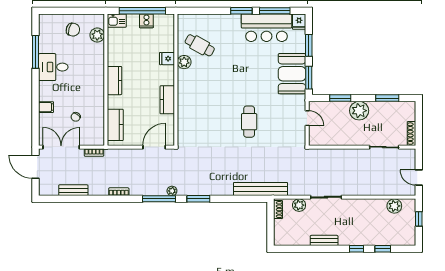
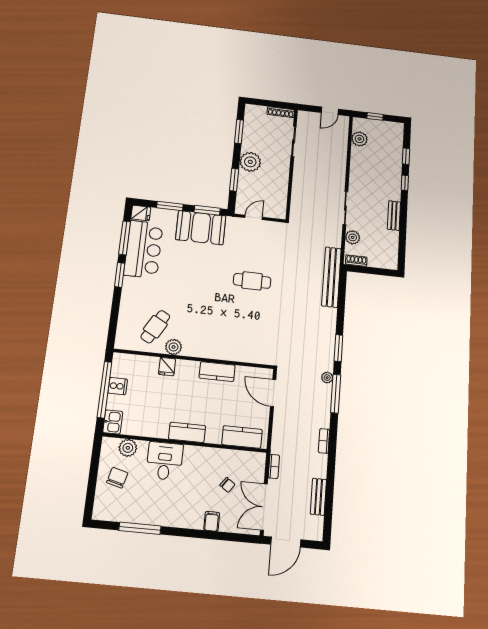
desk: (53, 67) -> (165, 461), moved, turned 180

